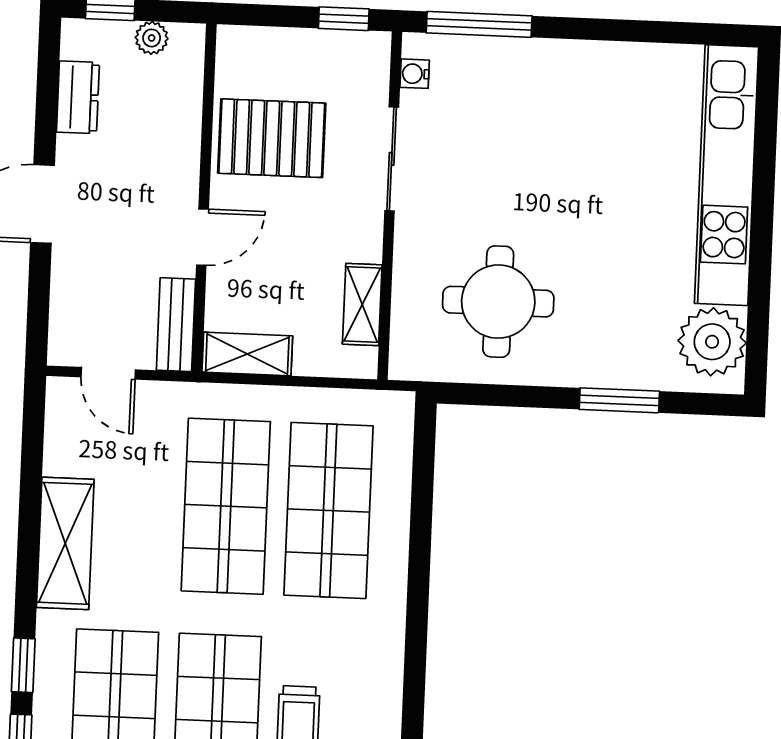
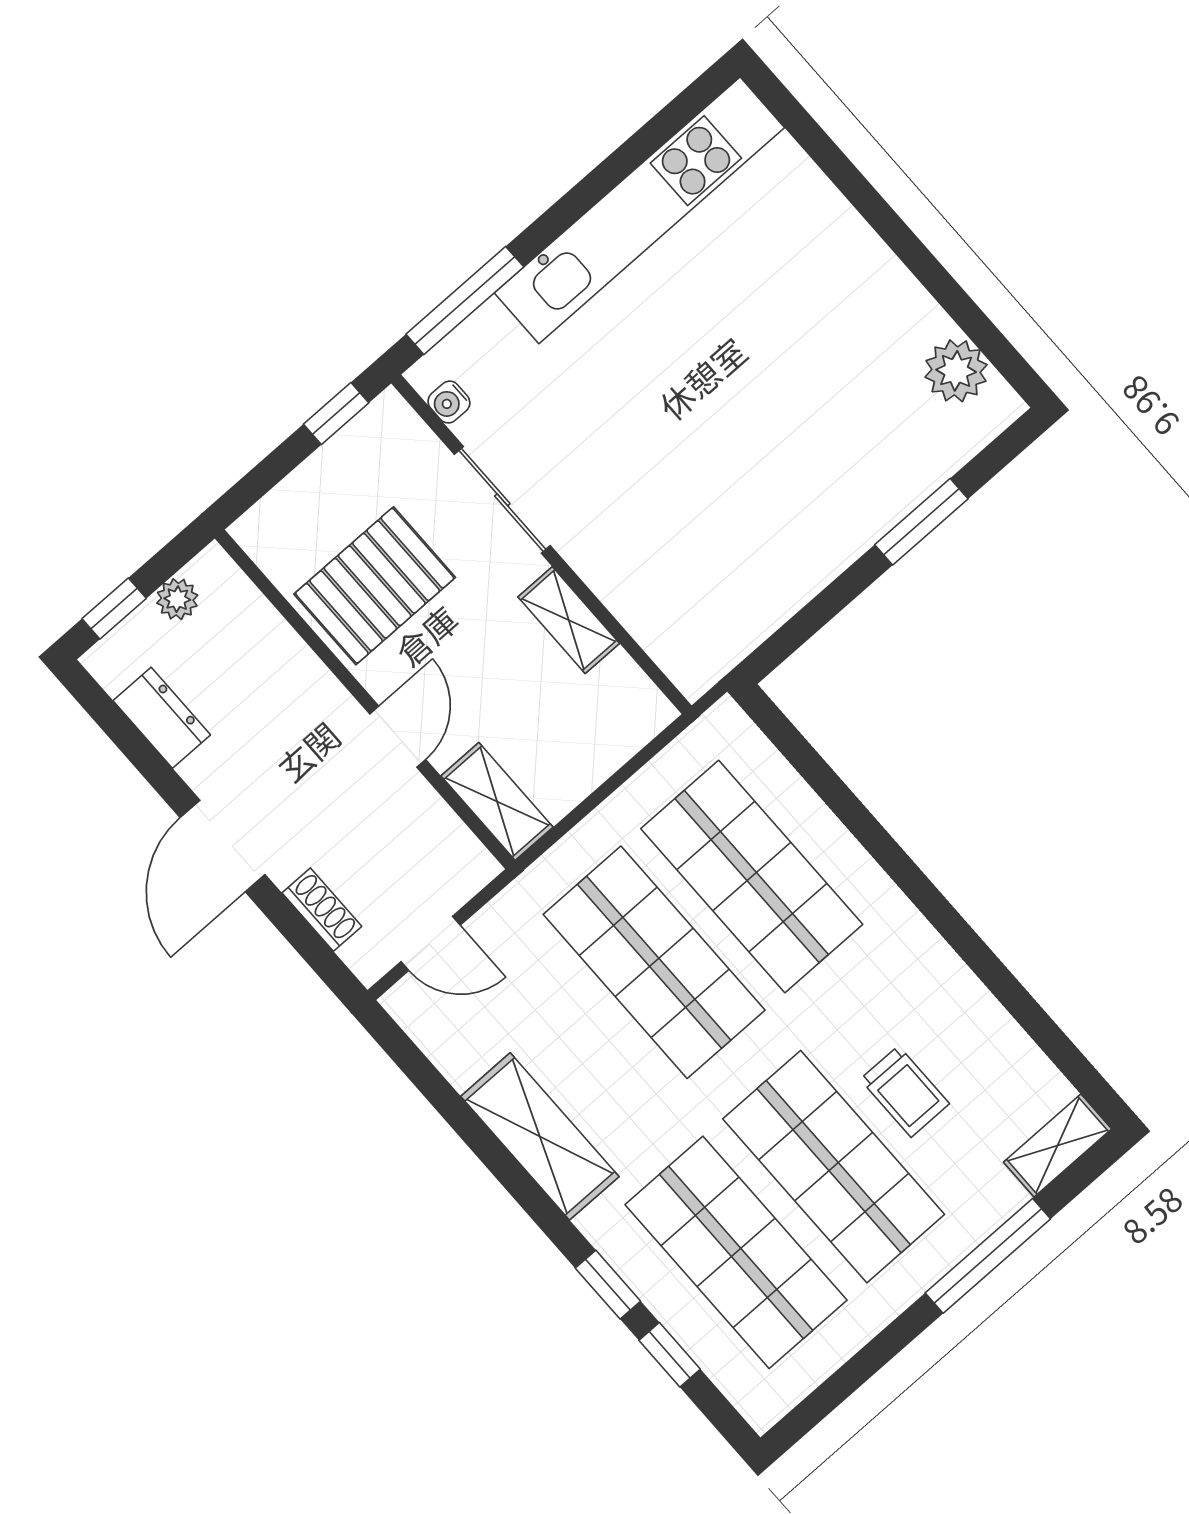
kitchen unit: (727, 175) -> (639, 210), moved, turned -90
shoe rack: (65, 295) -> (322, 910), added
round table: (498, 302) -> (724, 537), removed
shelving: (362, 305) -> (569, 620), moved
bench: (176, 325) -> (450, 840), removed
plant: (712, 342) -> (956, 371), width x0.73, depth x0.73
shelving: (247, 354) -> (497, 801), moved, turned 90

